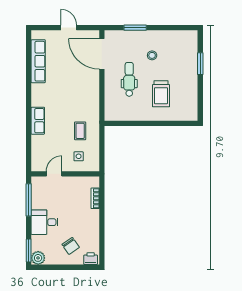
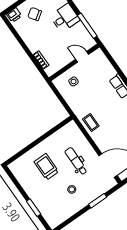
dental chair: (129, 79) -> (76, 161), turned 180
coffee table: (80, 131) -> (91, 123), moved
door: (54, 174) -> (82, 57), swing flipped

